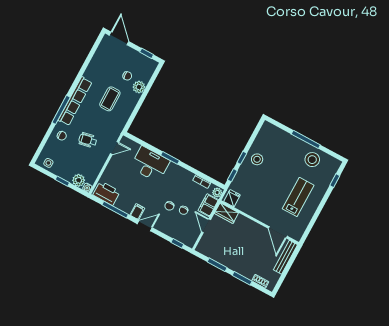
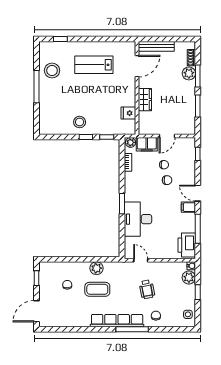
plant: (139, 87) -> (97, 268), moved
fridge: (232, 198) -> (128, 113), moved
wardrobe: (226, 213) -> (145, 100), moved
plant: (248, 272) -> (189, 73), added

